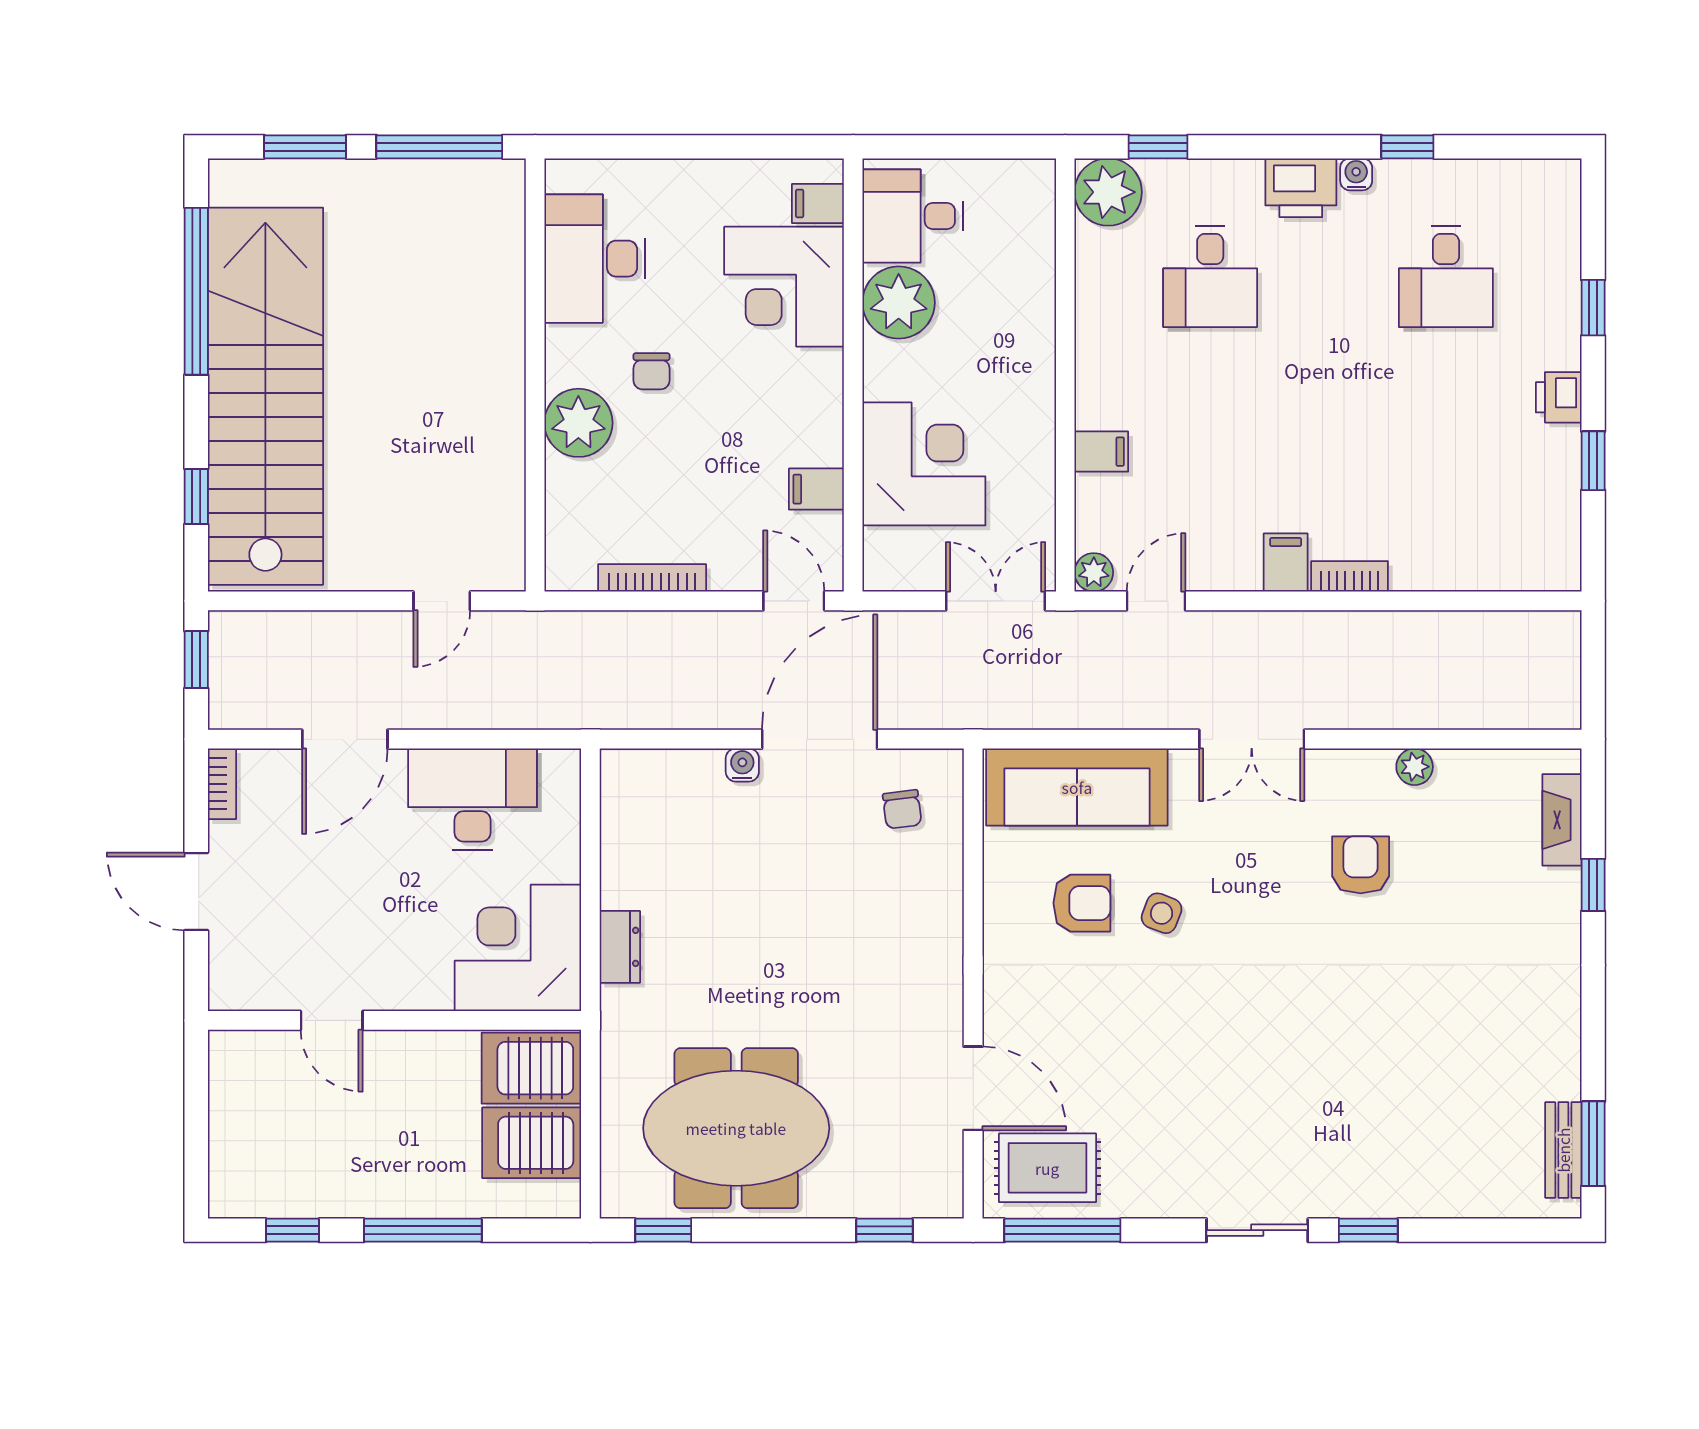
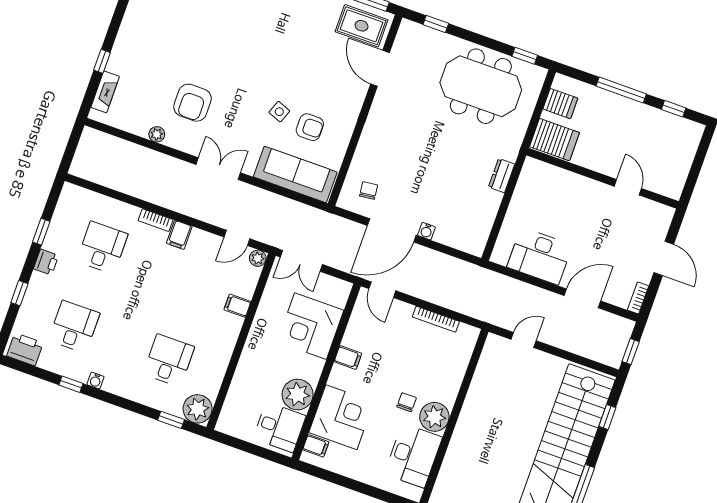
printer: (1301, 188) -> (25, 349), moved
plant: (578, 423) -> (434, 417), moved
desk: (1446, 474) -> (102, 248), added
filing cabinet: (816, 489) -> (348, 358), moved
armchair: (1361, 865) -> (192, 103), width x1.38, depth x1.38
armchair: (1082, 903) -> (310, 127), turned 180
corner desk: (518, 948) -> (543, 190), removed
server rack: (532, 1143) -> (560, 104), width x0.73, depth x0.70

